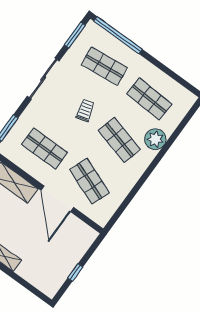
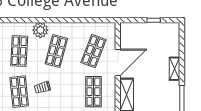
trolley: (85, 110) -> (42, 88), moved

